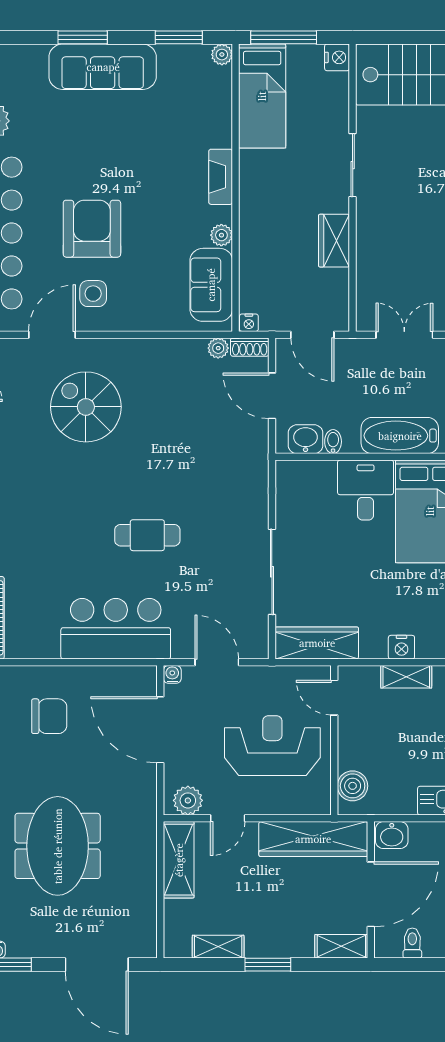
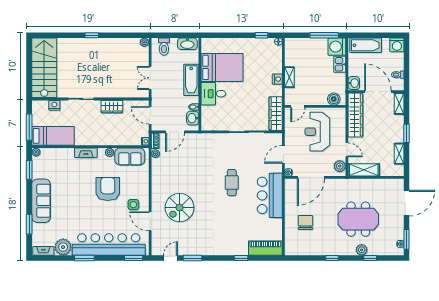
window: (83, 37) -> (29, 224), moved
nightstand: (337, 57) -> (54, 105), moved
armchair: (92, 229) -> (108, 189), moved, turned 90
door: (312, 335) -> (150, 115), swing flipped

